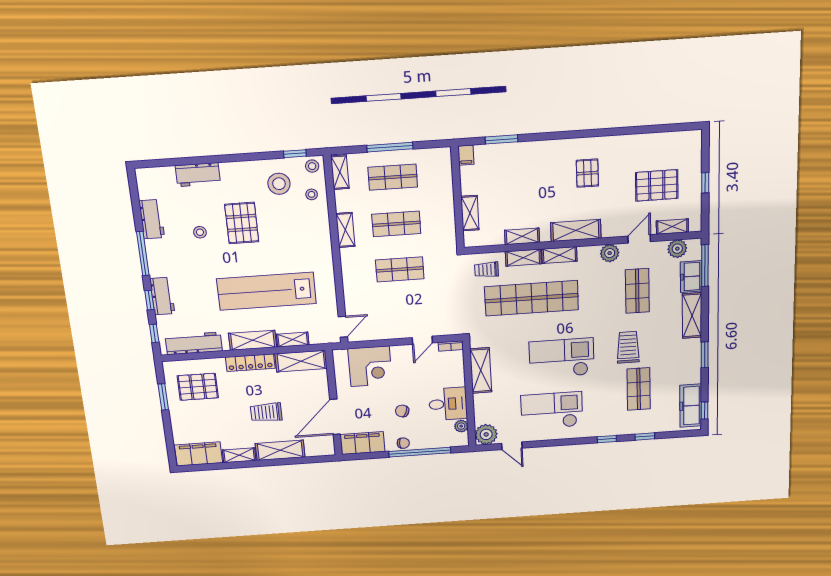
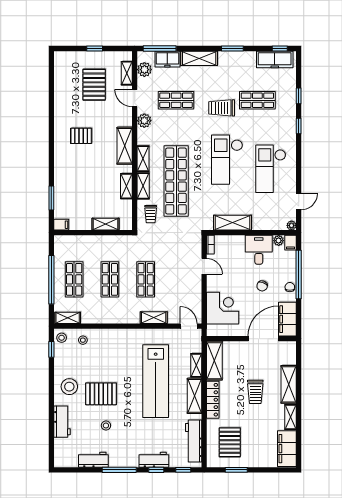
window: (390, 147) -> (51, 280), width x1.46
stool: (279, 184) -> (69, 387), moved
shelving: (345, 230) -> (154, 318), moved
door: (335, 417) -> (263, 339), swing flipped
plant: (486, 434) -> (291, 225), width x0.53, depth x0.53
filing cabinet: (459, 440) -> (290, 243), added

